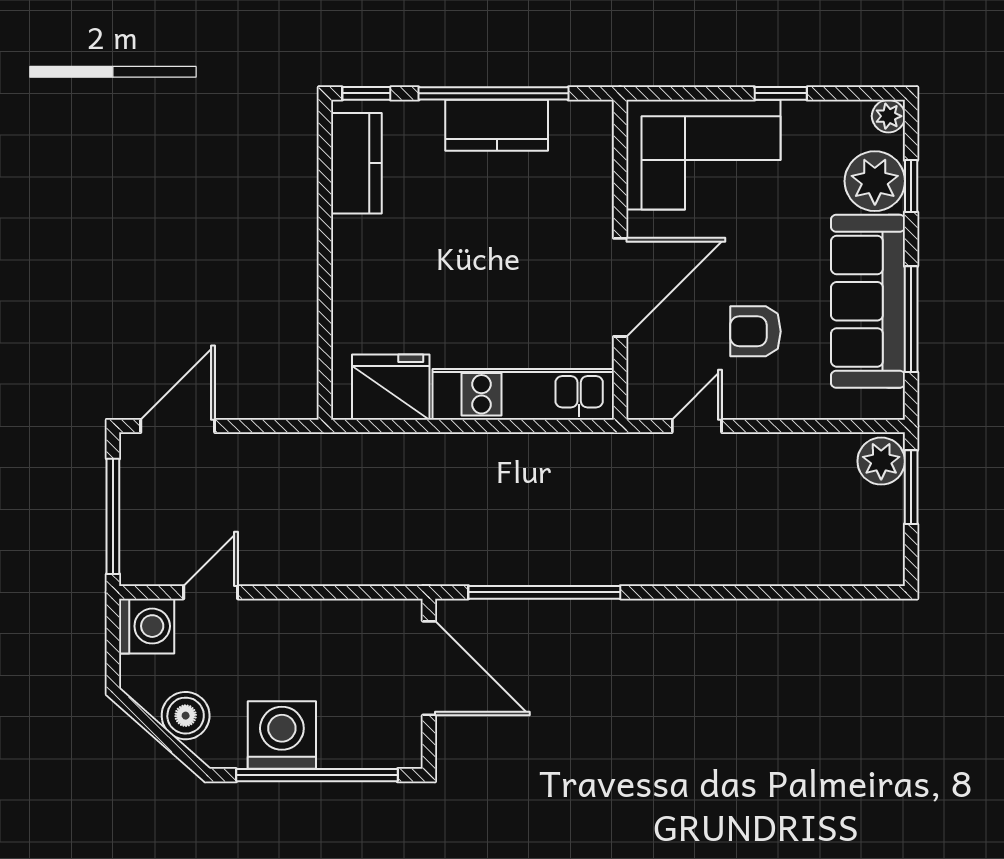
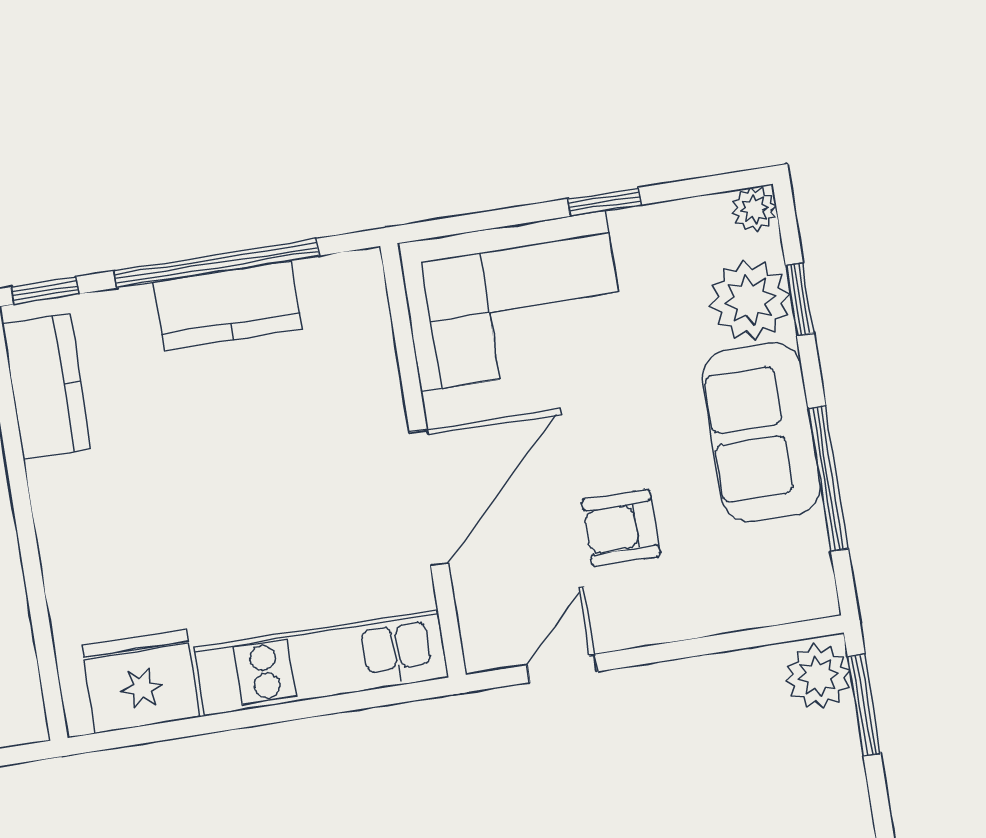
sofa: (868, 301) -> (761, 432), width x0.73

